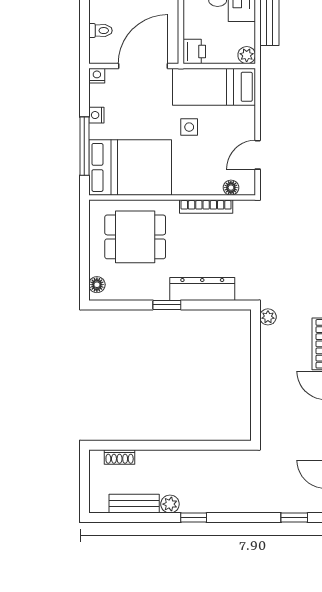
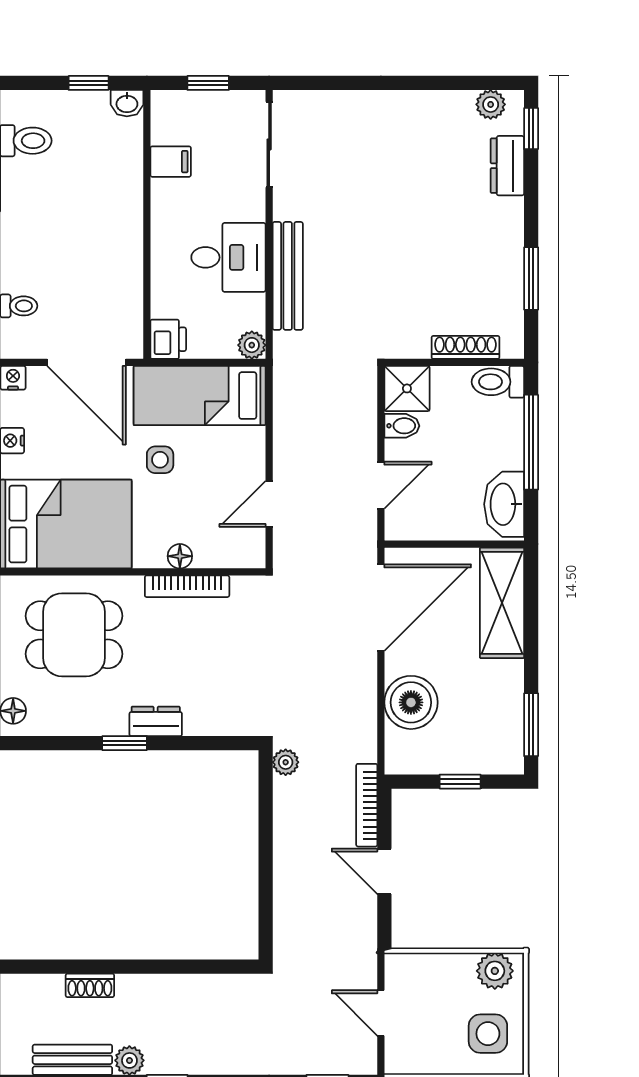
door: (143, 66) -> (86, 362), swing flipped
floor lamp: (231, 188) -> (180, 556), moved
dresser: (202, 289) -> (156, 721), width x0.51, depth x0.80
shoe rack: (120, 457) -> (90, 985), moved

